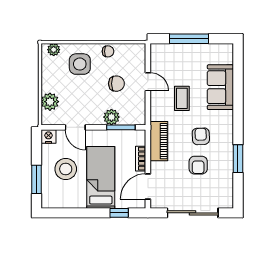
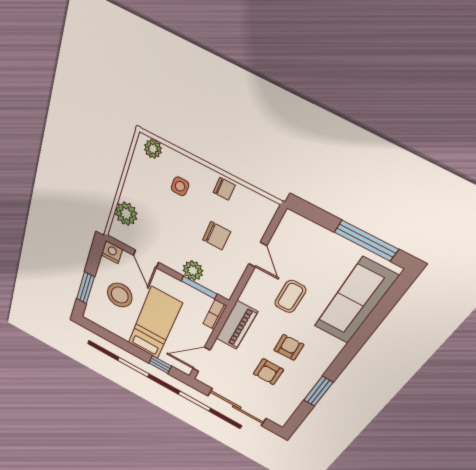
window: (189, 39) -> (366, 241), moved
side table: (80, 64) -> (180, 186), width x0.54, depth x0.54
sofa: (220, 87) -> (355, 302), width x1.36
bookcase: (141, 159) -> (215, 315), moved

